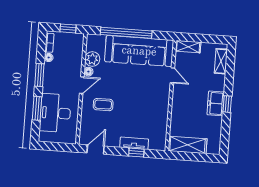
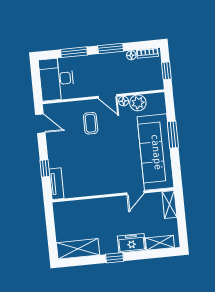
window: (126, 33) -> (173, 135), width x0.47
freezer: (216, 103) -> (131, 243), moved
desk: (55, 113) -> (56, 79), moved, turned -90
tv unit: (134, 143) -> (56, 184), moved
shelving: (188, 145) -> (78, 249), moved, turned 90

